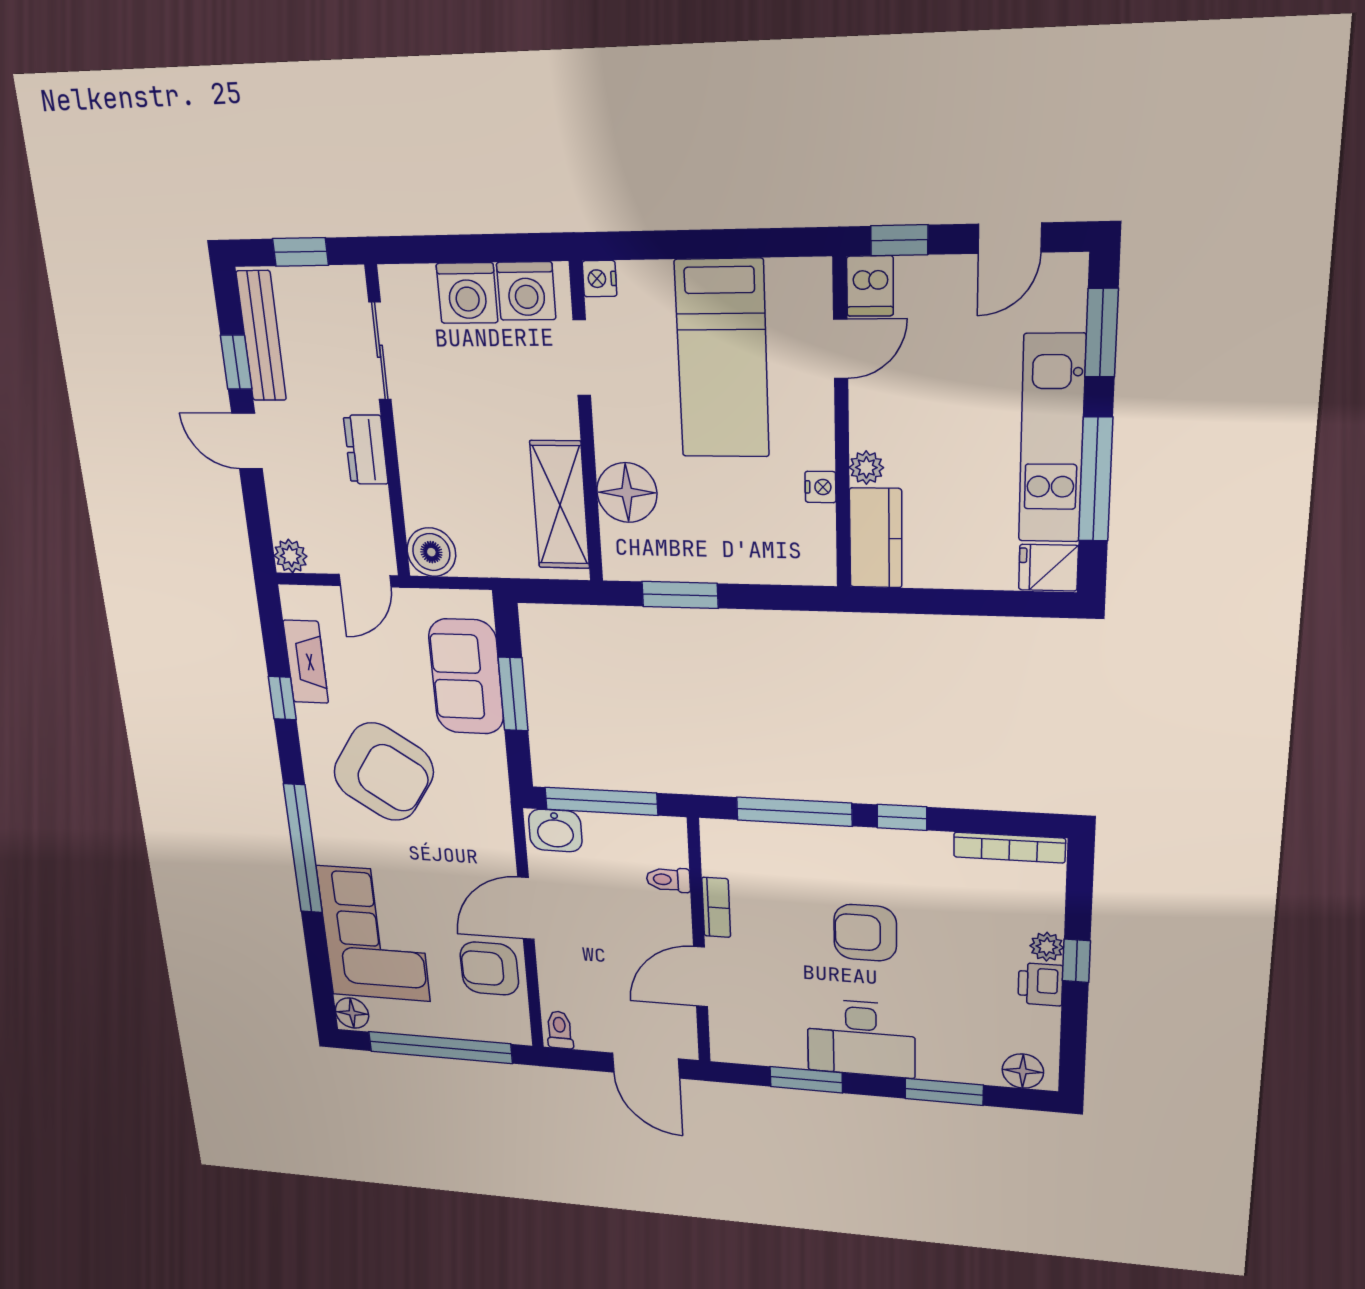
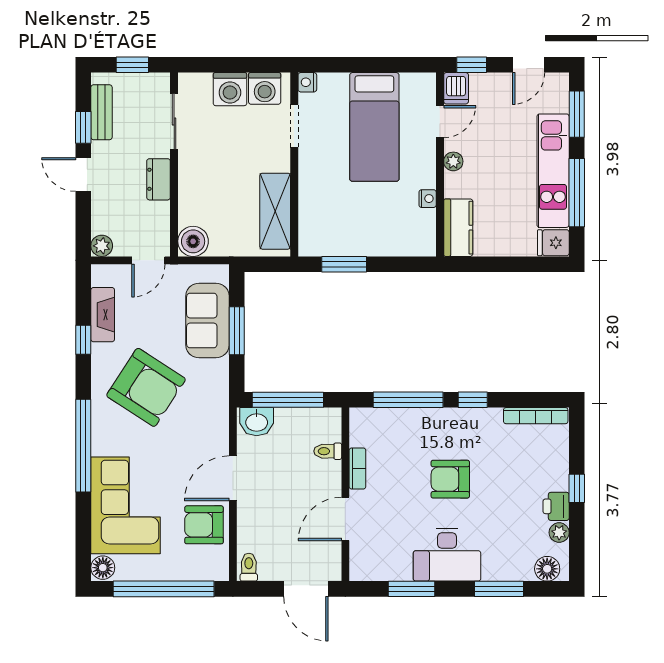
bench: (261, 336) -> (102, 112), width x0.73
plant: (866, 467) -> (453, 161), moved
floor lamp: (627, 493) -> (316, 203), removed
plant: (1047, 947) -> (559, 533), moved

